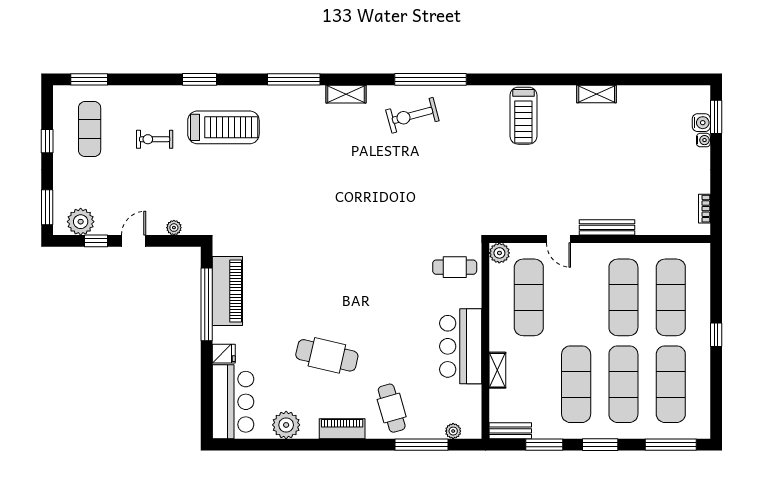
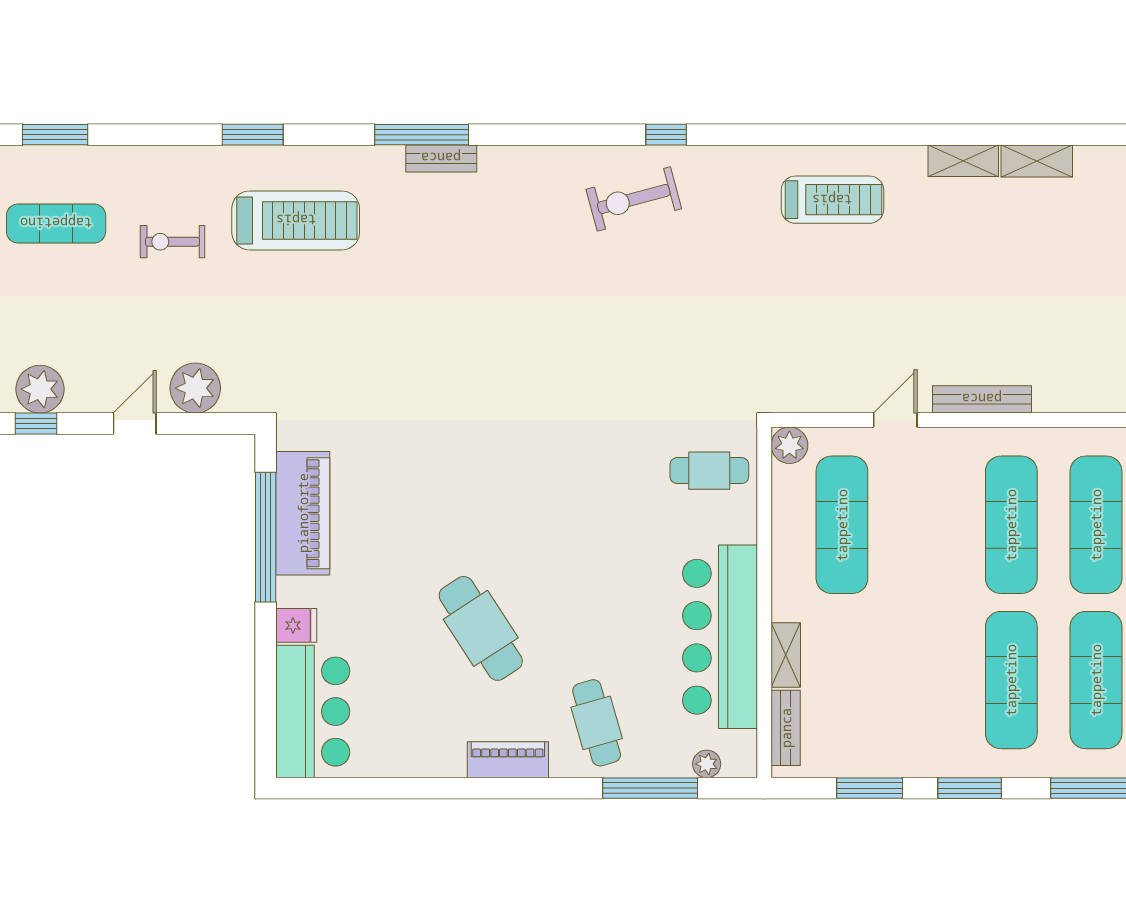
window: (430, 79) -> (666, 135), width x0.32
bench: (305, 93) -> (441, 158), added
shelving: (346, 94) -> (1037, 161), moved
treadmill: (523, 116) -> (832, 200), turned -90
exercise mat: (90, 129) -> (56, 223), turned 90
plant: (174, 228) -> (195, 388), width x1.87, depth x1.87
door: (559, 239) -> (895, 420), swing flipped
window: (96, 241) -> (36, 424), moved
bar counter: (461, 346) -> (720, 637), width x1.36
cafe table: (327, 355) -> (481, 628), turned 44
exercise mat: (576, 384) -> (927, 680), removed
plant: (286, 425) -> (408, 753), removed
bench: (510, 431) -> (786, 728), moved, turned 90

